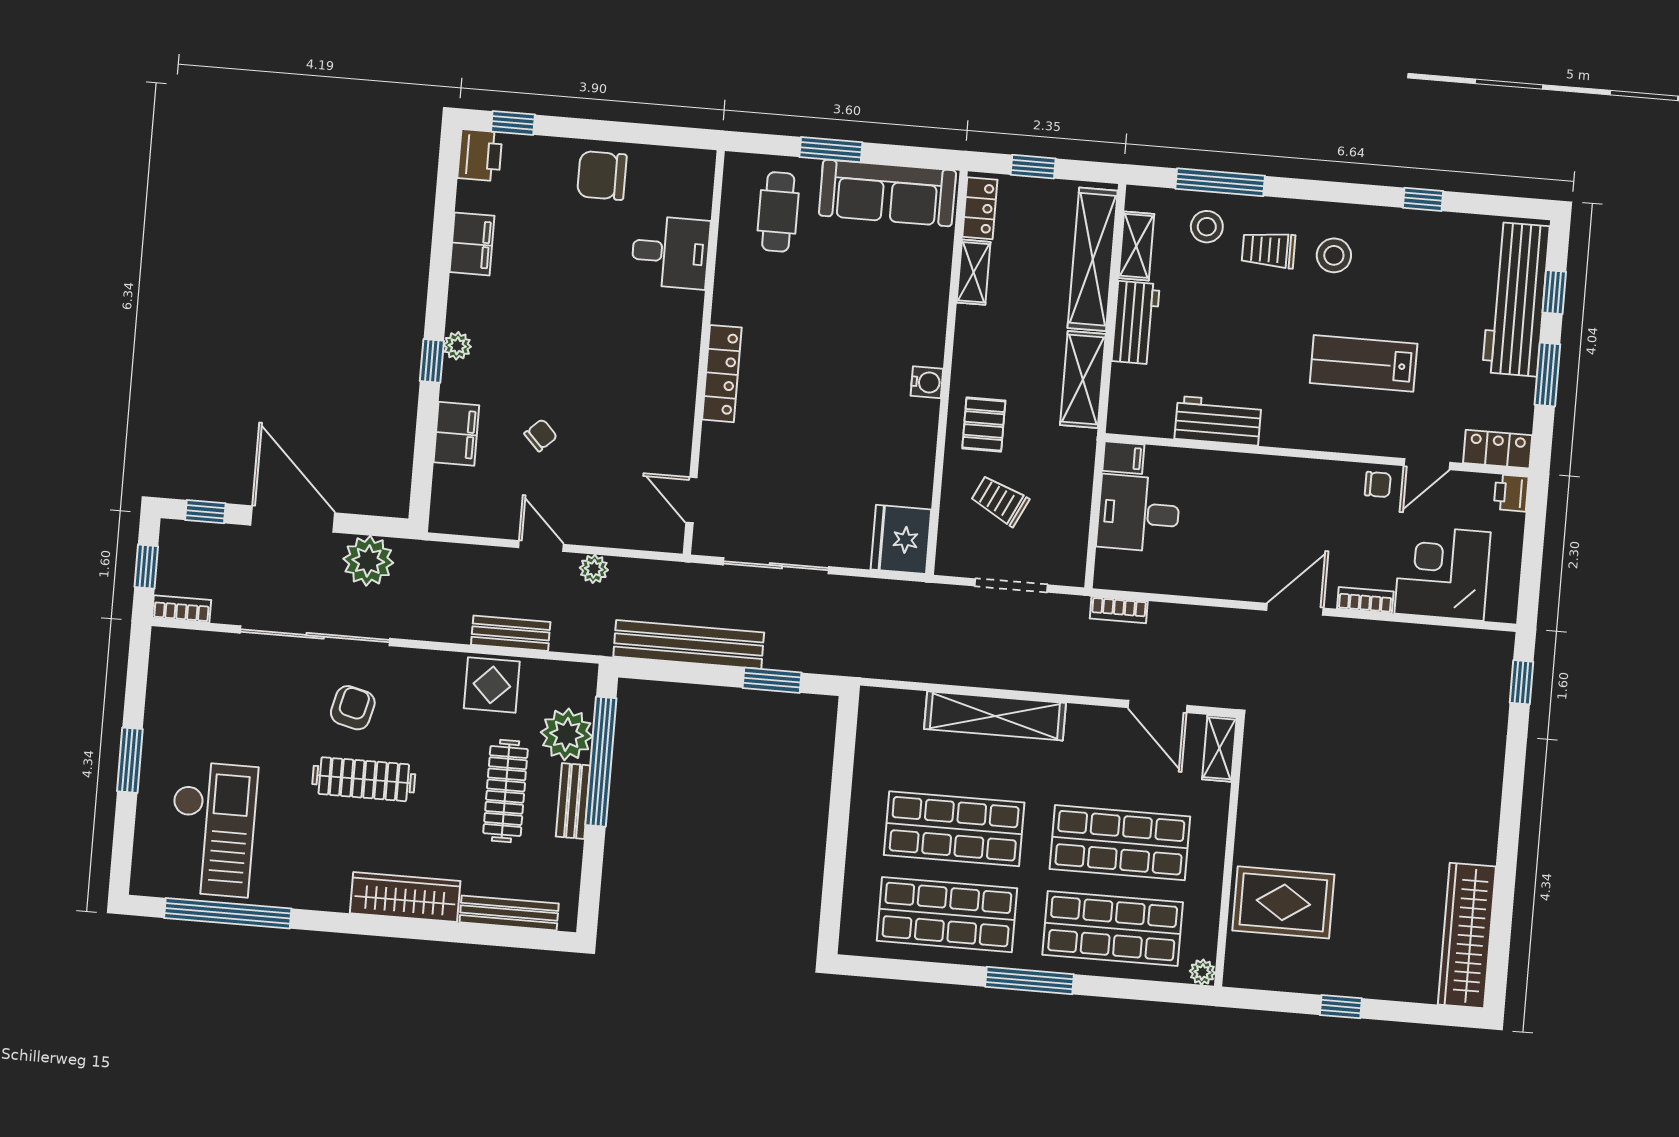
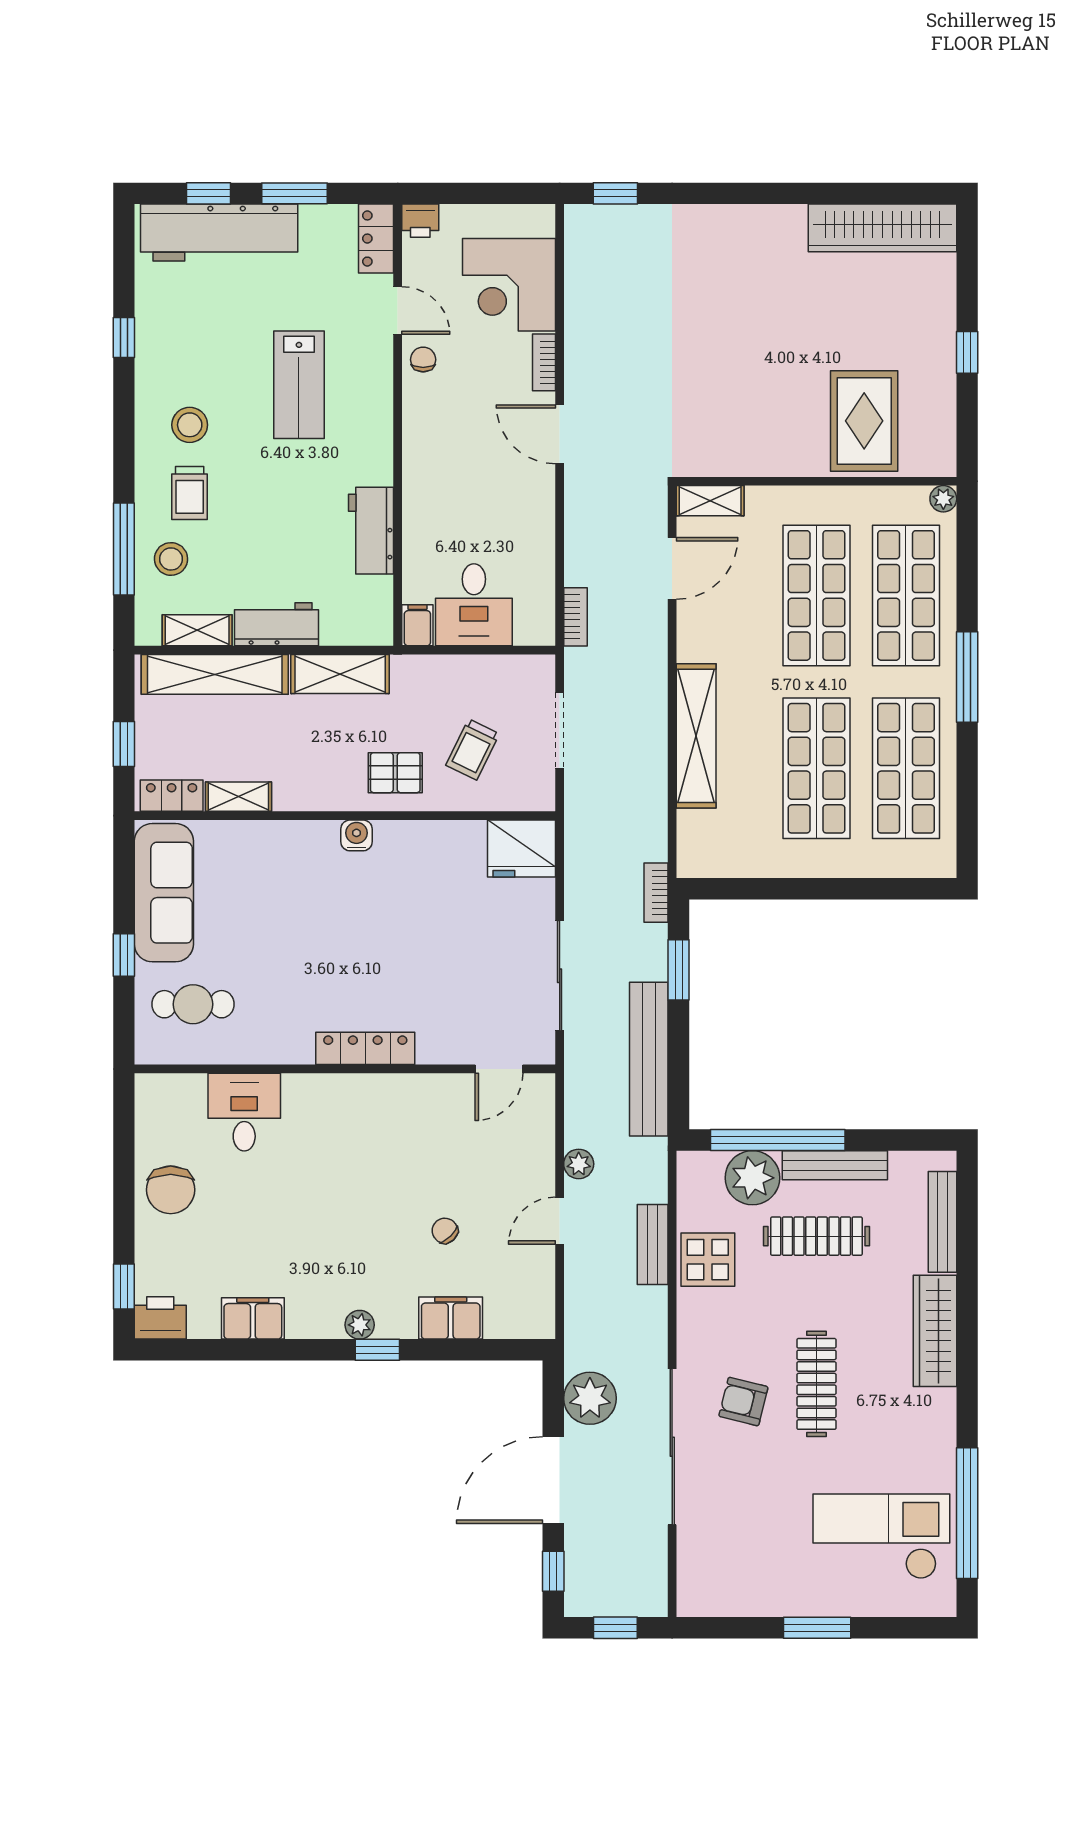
window: (831, 150) -> (124, 955), width x0.67
bookcase: (182, 609) -> (656, 893), moved
bench: (573, 801) -> (835, 1165), width x1.36

